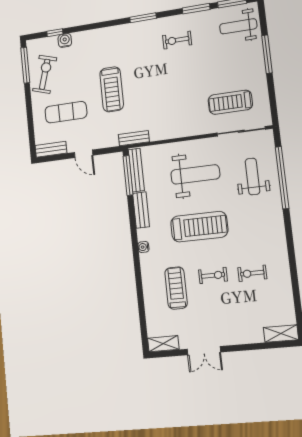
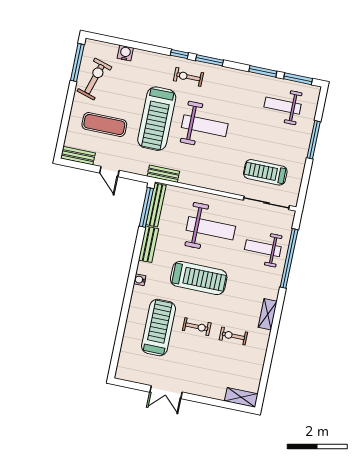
weight bench: (238, 26) -> (283, 106), moved
window: (55, 33) -> (179, 54), moved
exercise bike: (177, 40) -> (188, 77), moved
weight bench: (158, 79) -> (205, 126), added
treadmill: (112, 89) -> (157, 119), width x1.37, depth x1.38
weight bench: (253, 177) -> (263, 248), turned -90
treadmill: (176, 288) -> (159, 327), width x1.37, depth x1.38
shelving: (163, 344) -> (268, 314), moved, turned 90

